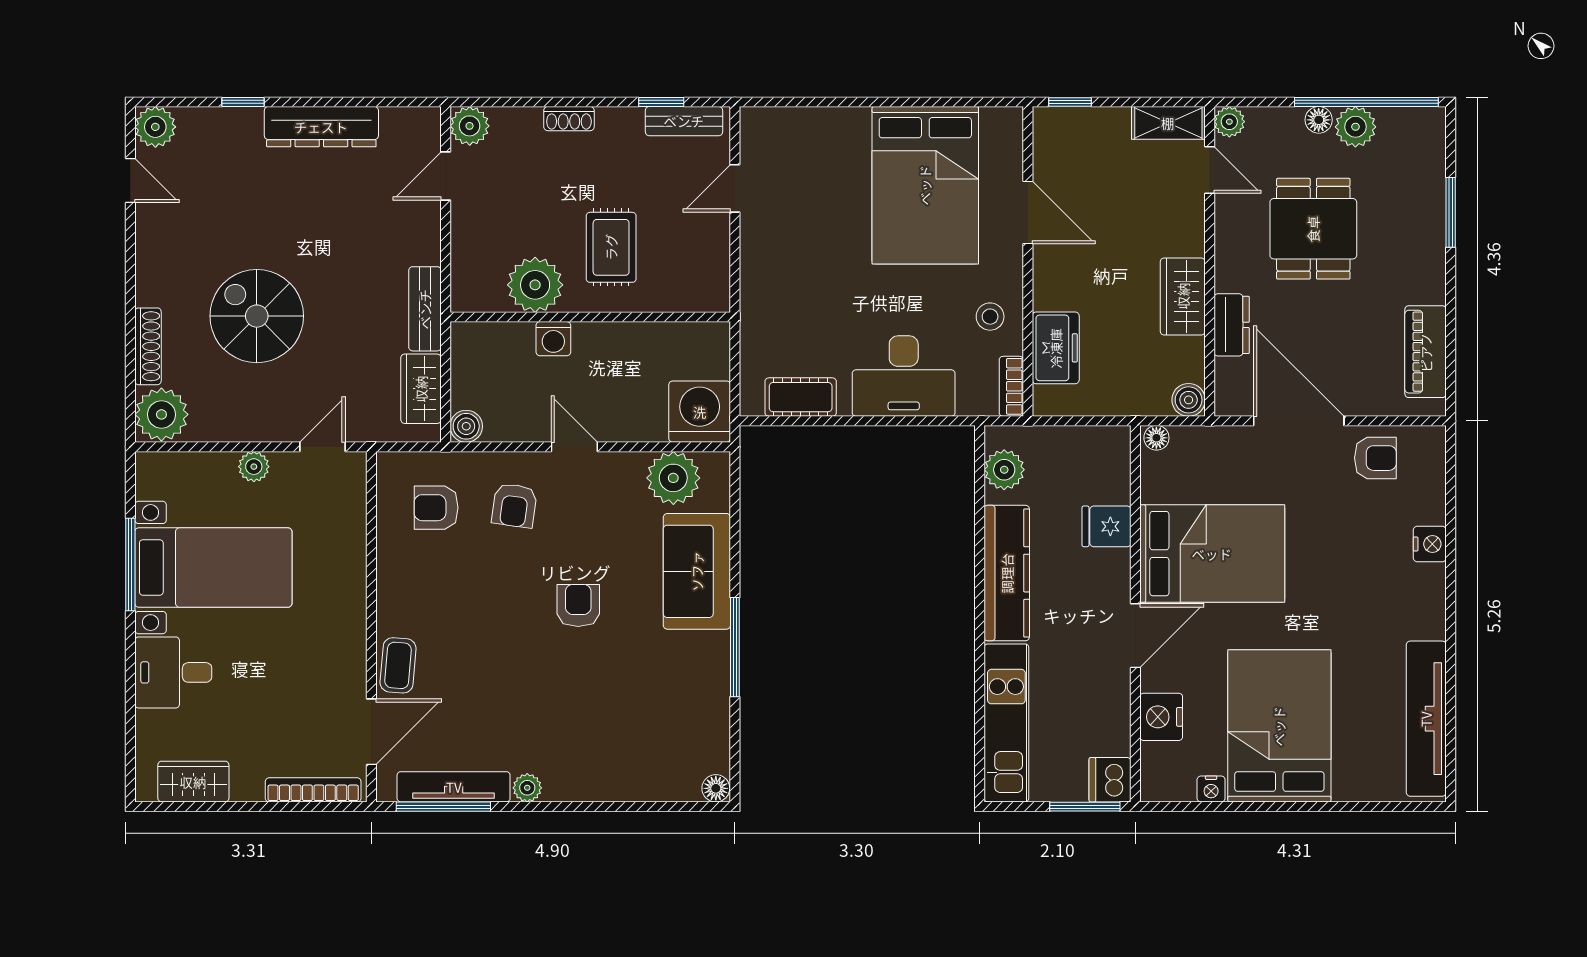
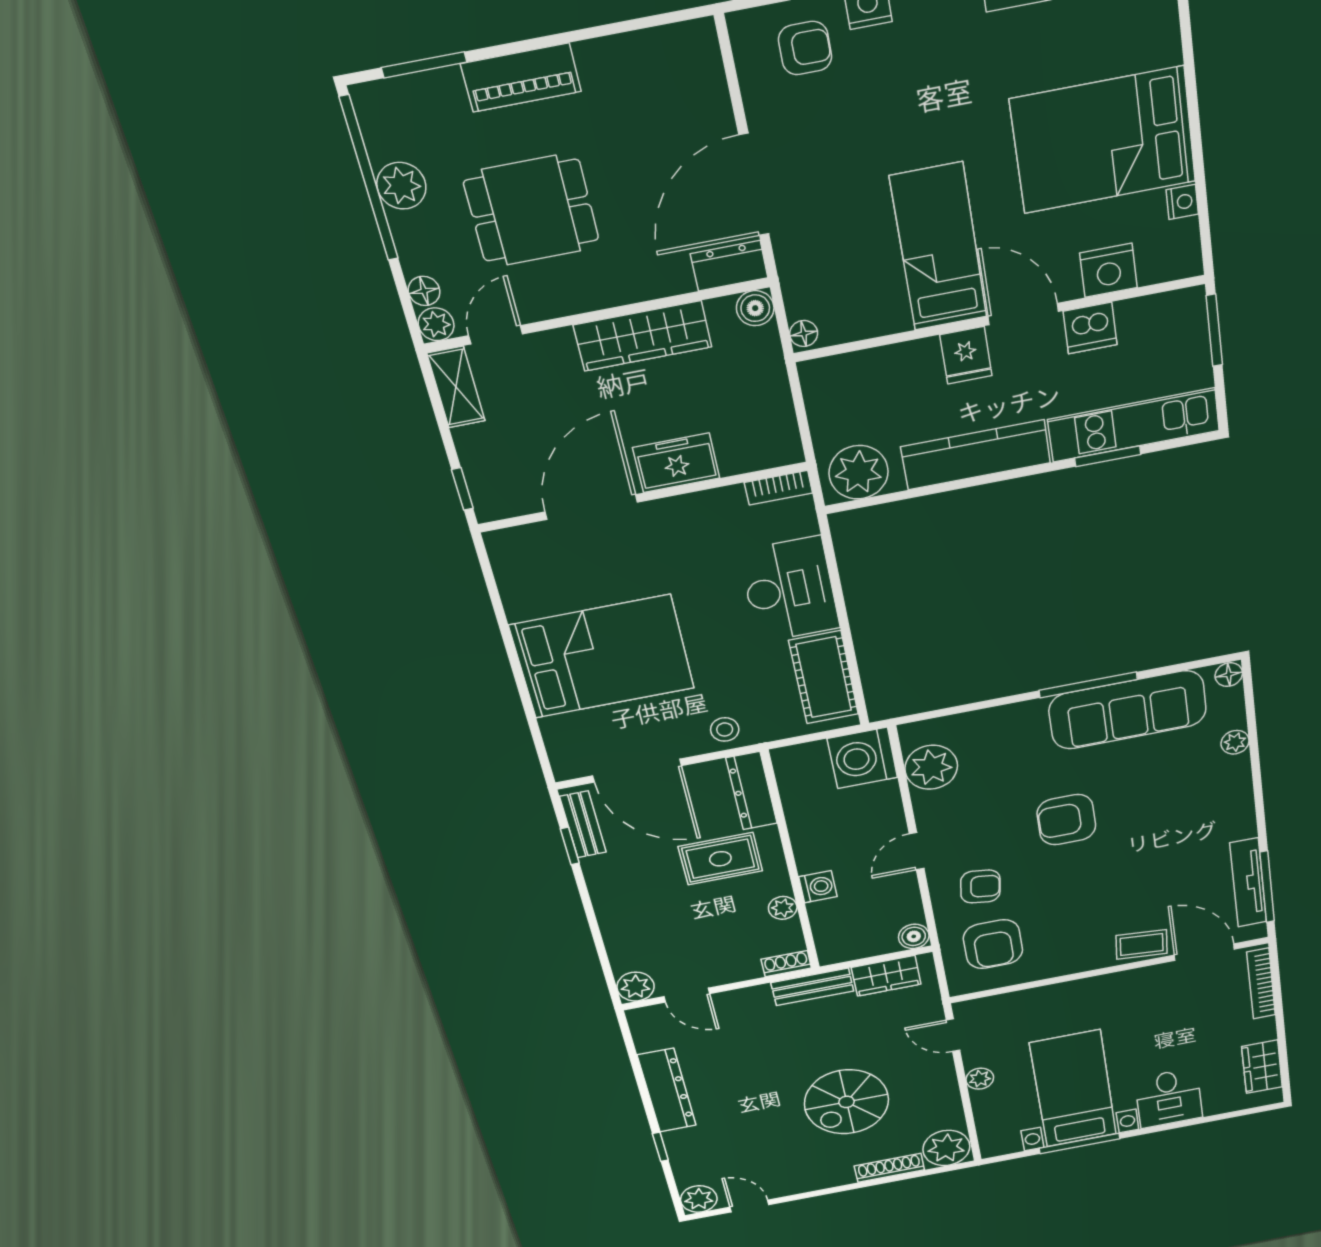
shoe rack: (569, 119) -> (786, 964), moved, turned -90
floor lamp: (1319, 120) -> (424, 291), moved
door: (130, 181) -> (750, 1206), hinge flipped
bed: (925, 185) -> (602, 657), moved
door: (735, 188) -> (637, 771), width x1.88
window: (1451, 212) -> (424, 65), moved
door: (1028, 213) -> (591, 507), width x1.36
plant: (535, 285) -> (783, 908), width x0.53, depth x0.53
dresser: (686, 295) -> (752, 791), added
wardrobe: (1183, 296) -> (643, 336), width x1.50
stool: (990, 317) -> (725, 729), moved
dresser: (1232, 325) -> (729, 266), moved
freezer: (1056, 348) -> (676, 463), moved
piano: (1426, 352) -> (521, 78), moved
cot: (801, 397) -> (824, 677), width x1.37, depth x1.34
armchair: (1375, 458) -> (805, 48), moved, turned 90
plant: (1004, 470) -> (859, 472), width x1.36, depth x1.36
armchair: (436, 508) -> (993, 944), width x1.38, depth x1.38
fridge: (1107, 526) -> (966, 355), moved
bed: (1212, 554) -> (939, 247), width x0.67
sofa: (697, 571) -> (1128, 710), moved, width x1.36
armchair: (578, 605) -> (1066, 820), width x1.38, depth x1.38
window: (980, 695) -> (1108, 456), added
dishwasher: (1110, 780) -> (1090, 328), moved
plant: (527, 788) -> (1235, 742), moved

